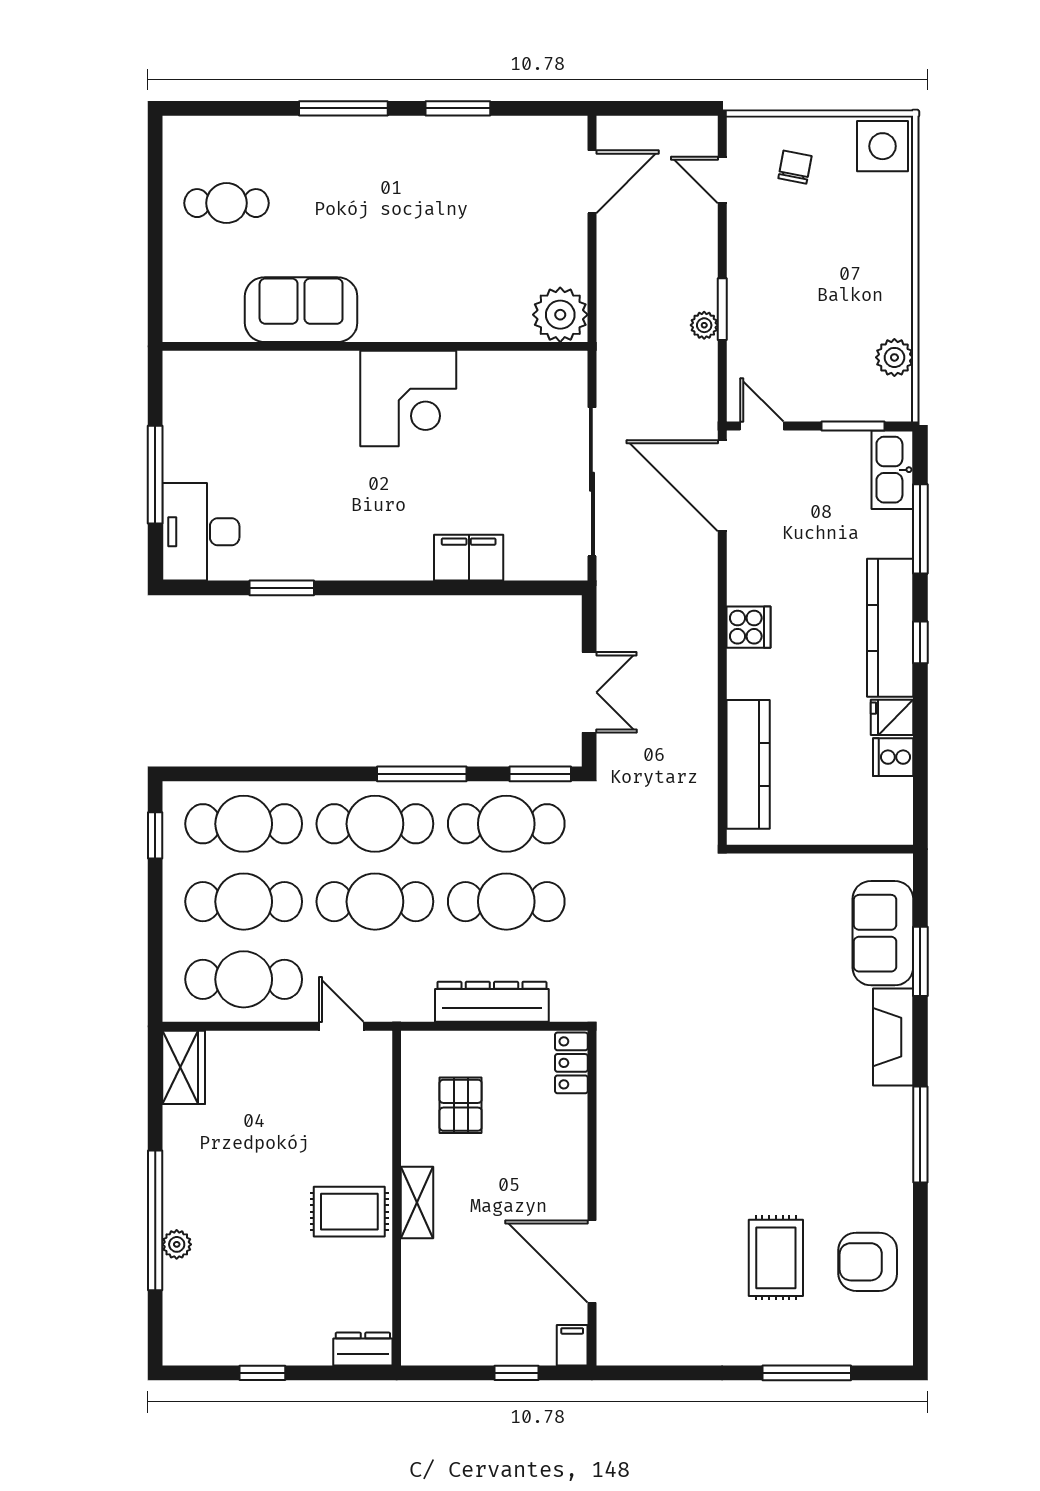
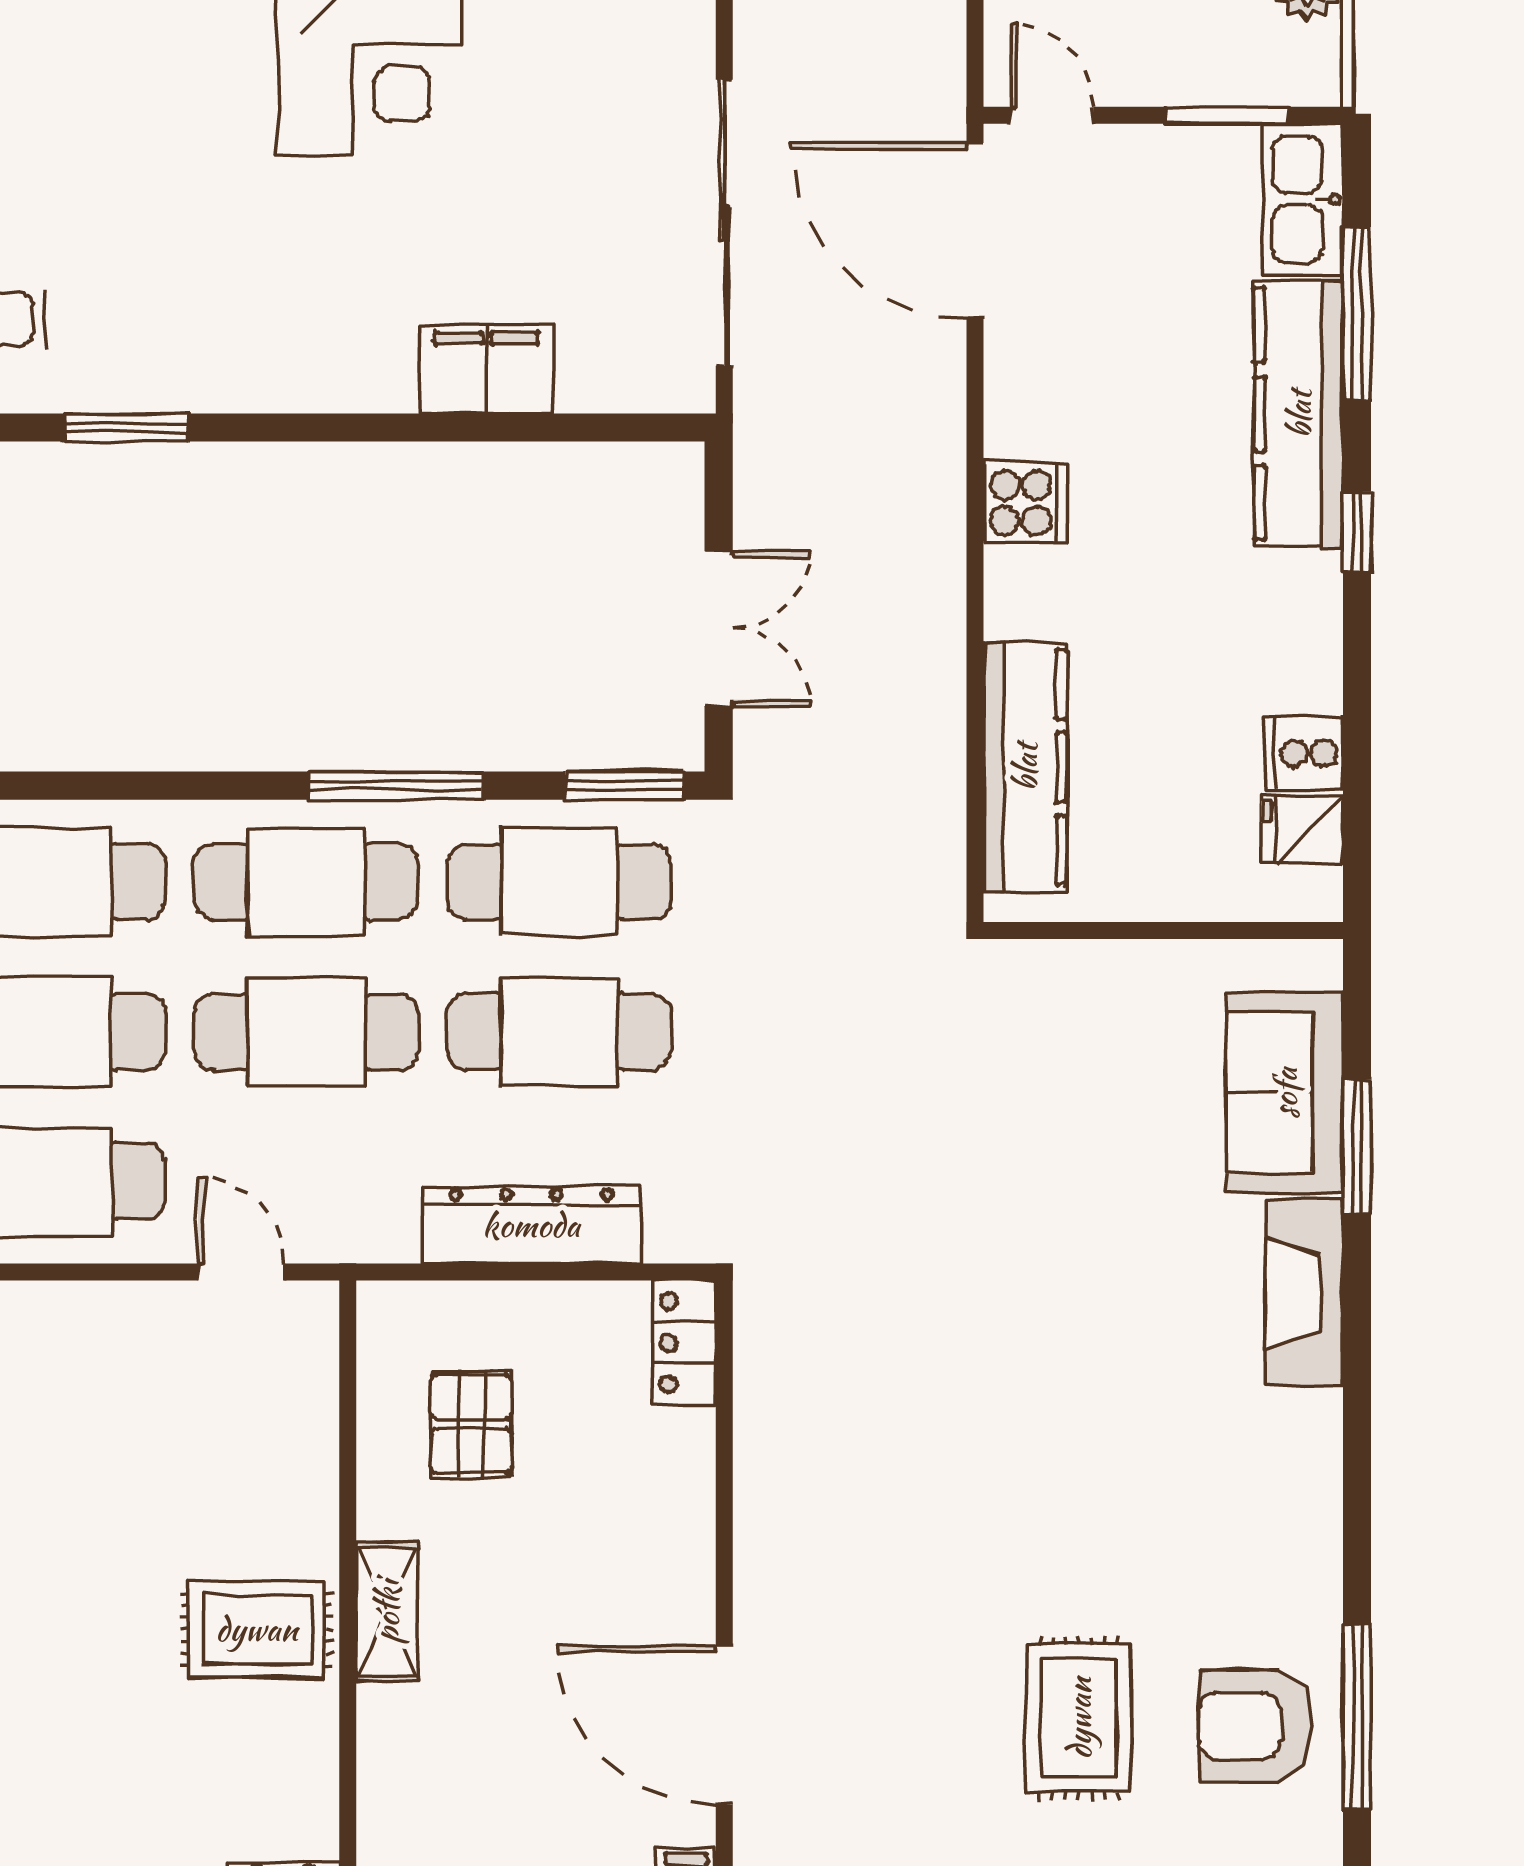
kitchen counter: (890, 628) -> (1299, 414), moved
fridge: (892, 717) -> (1302, 830), moved
window: (920, 1135) -> (1357, 1717), moved

